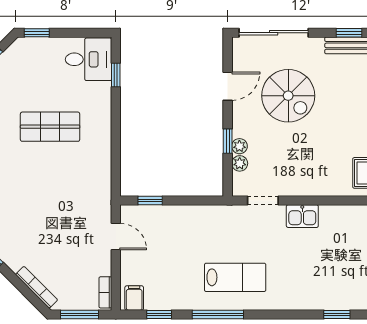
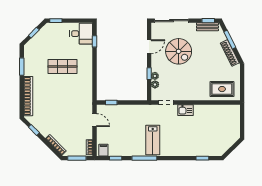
lab bench: (235, 277) -> (153, 140), turned 90

